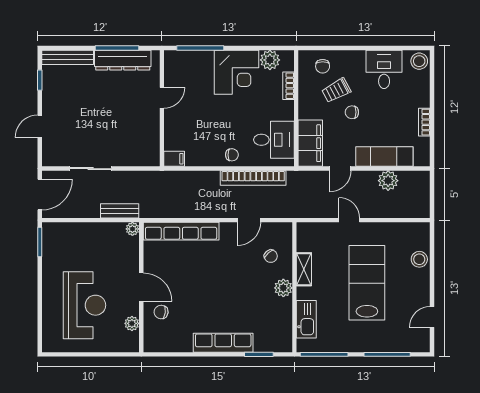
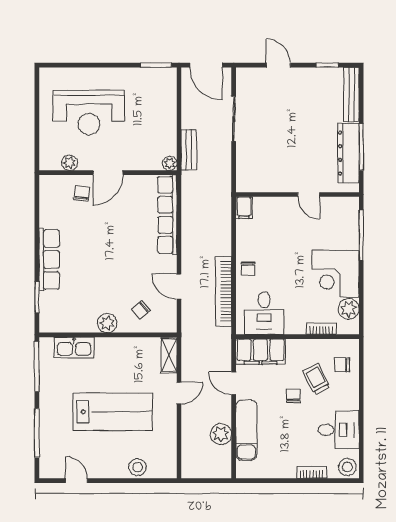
bookcase: (424, 122) -> (312, 472), moved
shelving: (304, 269) -> (169, 355), moved, turned 90

